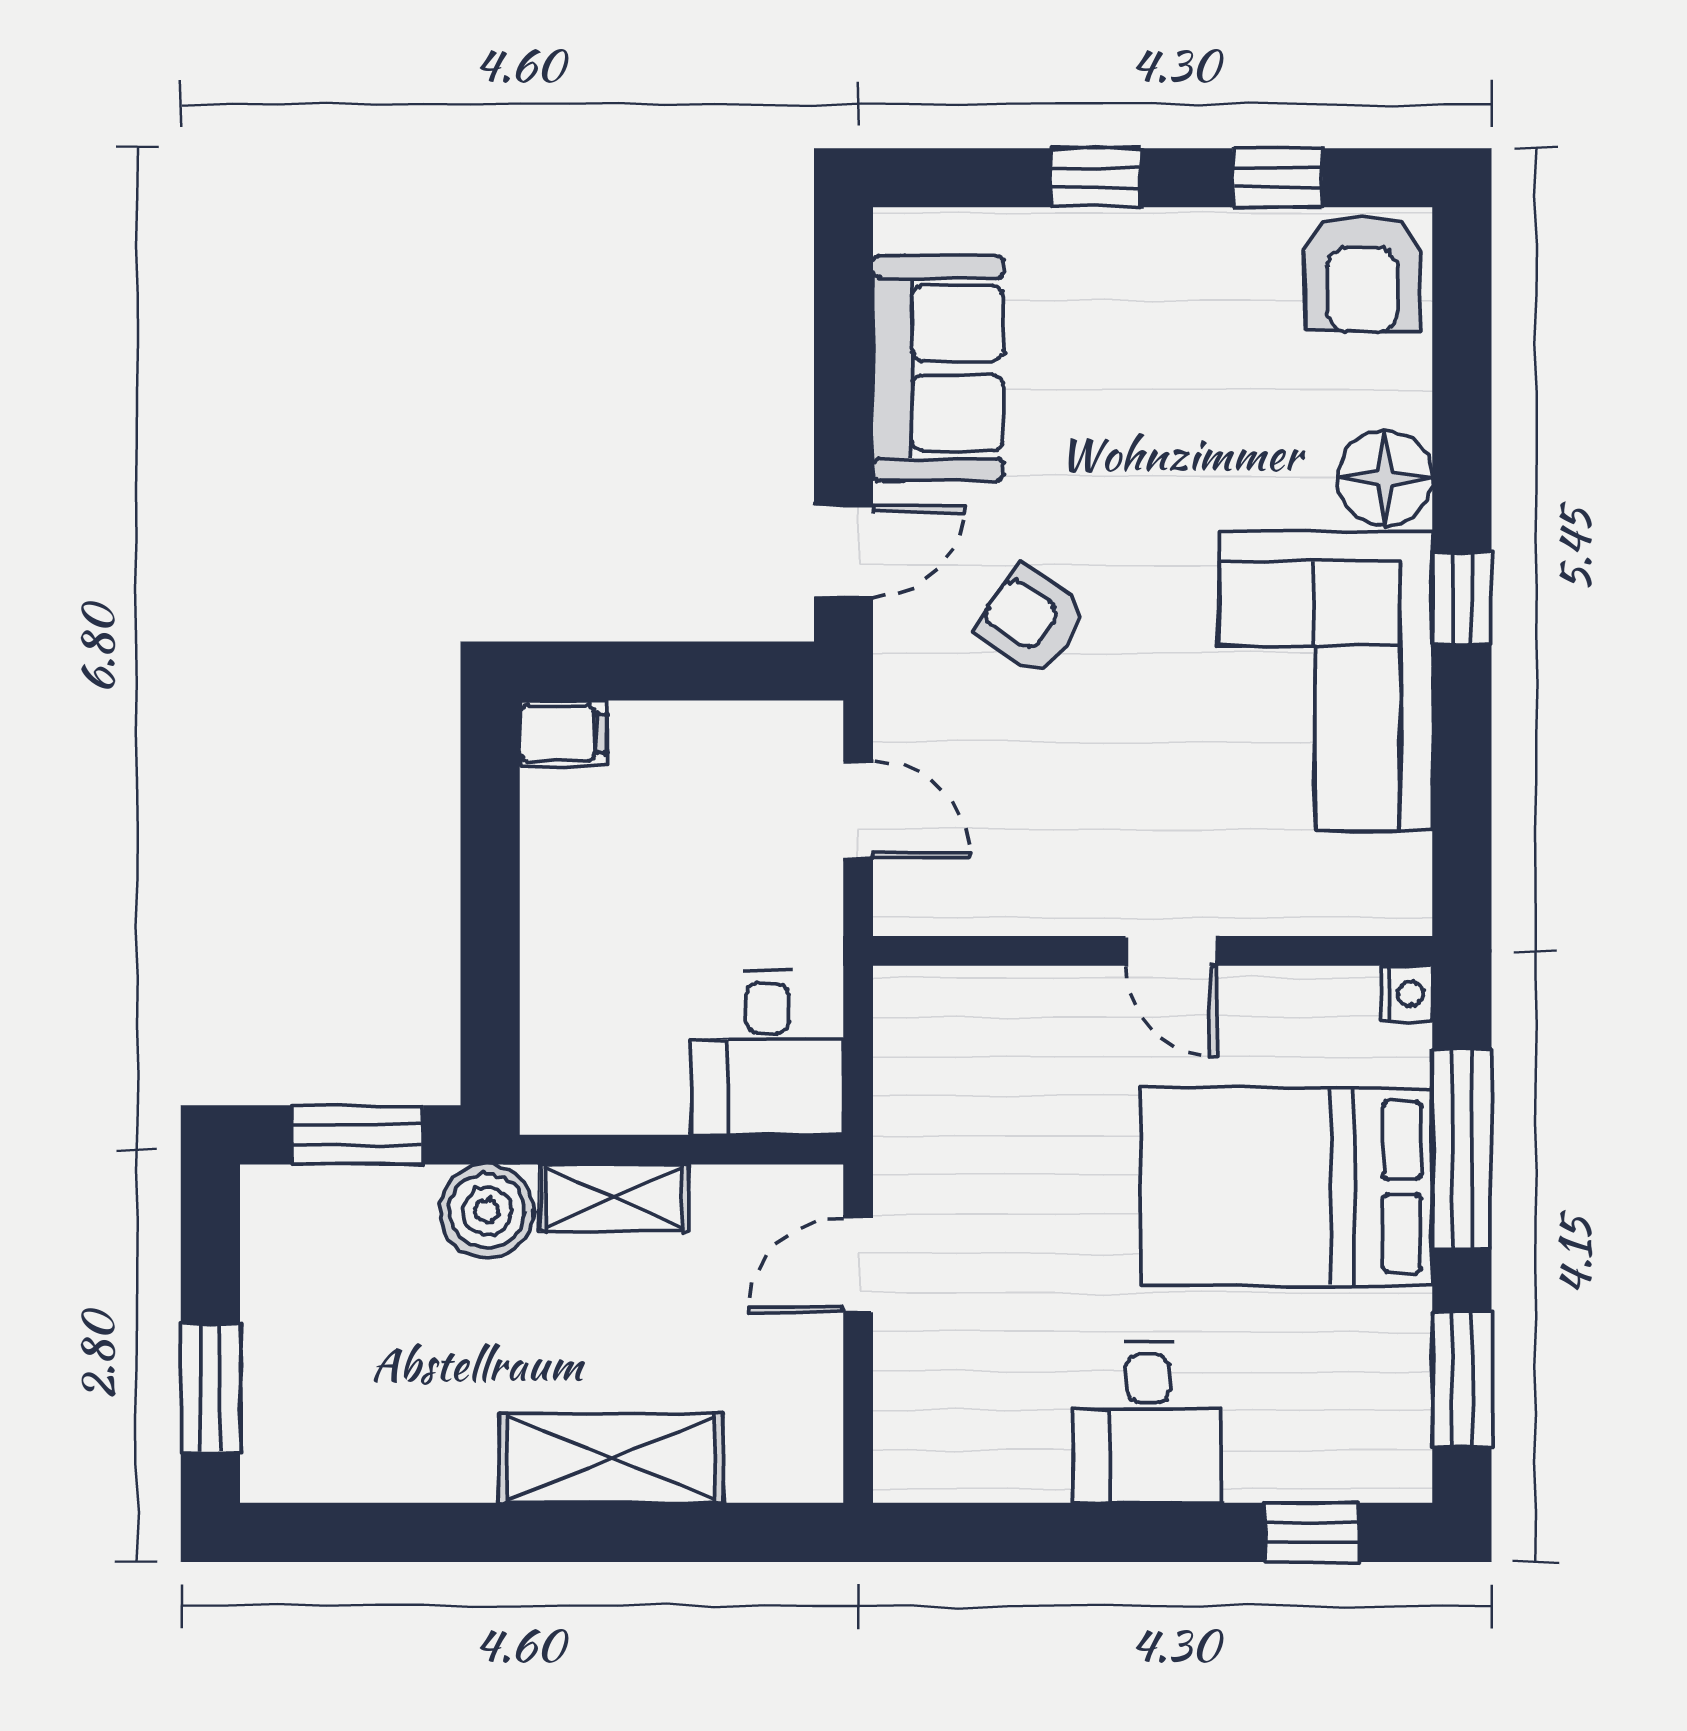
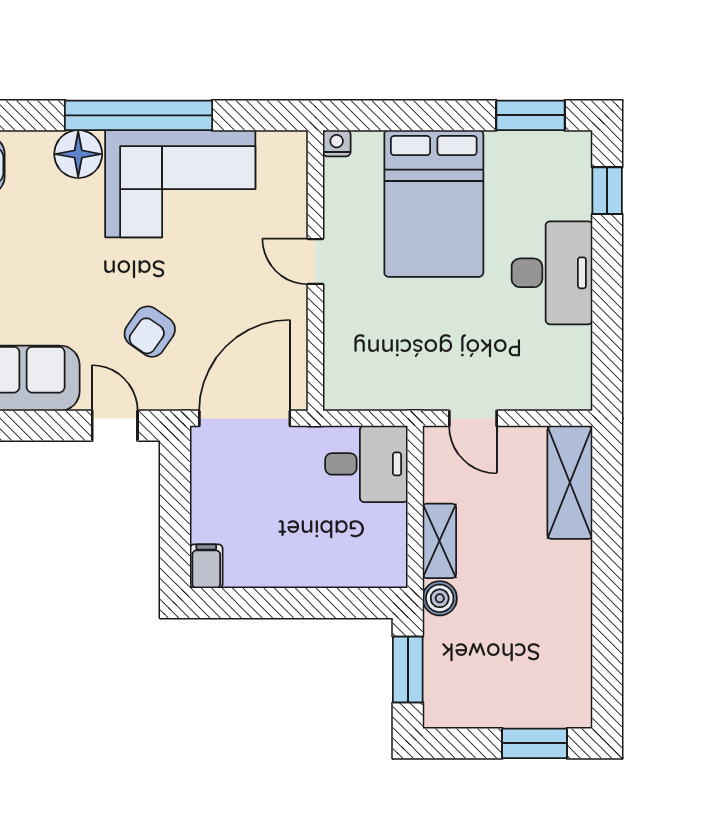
window: (1462, 598) -> (139, 115), width x3.17
door: (858, 810) -> (245, 418), width x1.87
door: (1171, 951) -> (315, 261), swing flipped
window: (1462, 1149) -> (415, 115), removed
boiler: (487, 1211) -> (440, 598), width x0.73, depth x0.73
desk: (1148, 1422) -> (552, 273), width x1.37
shelving: (611, 1458) -> (570, 483), moved

